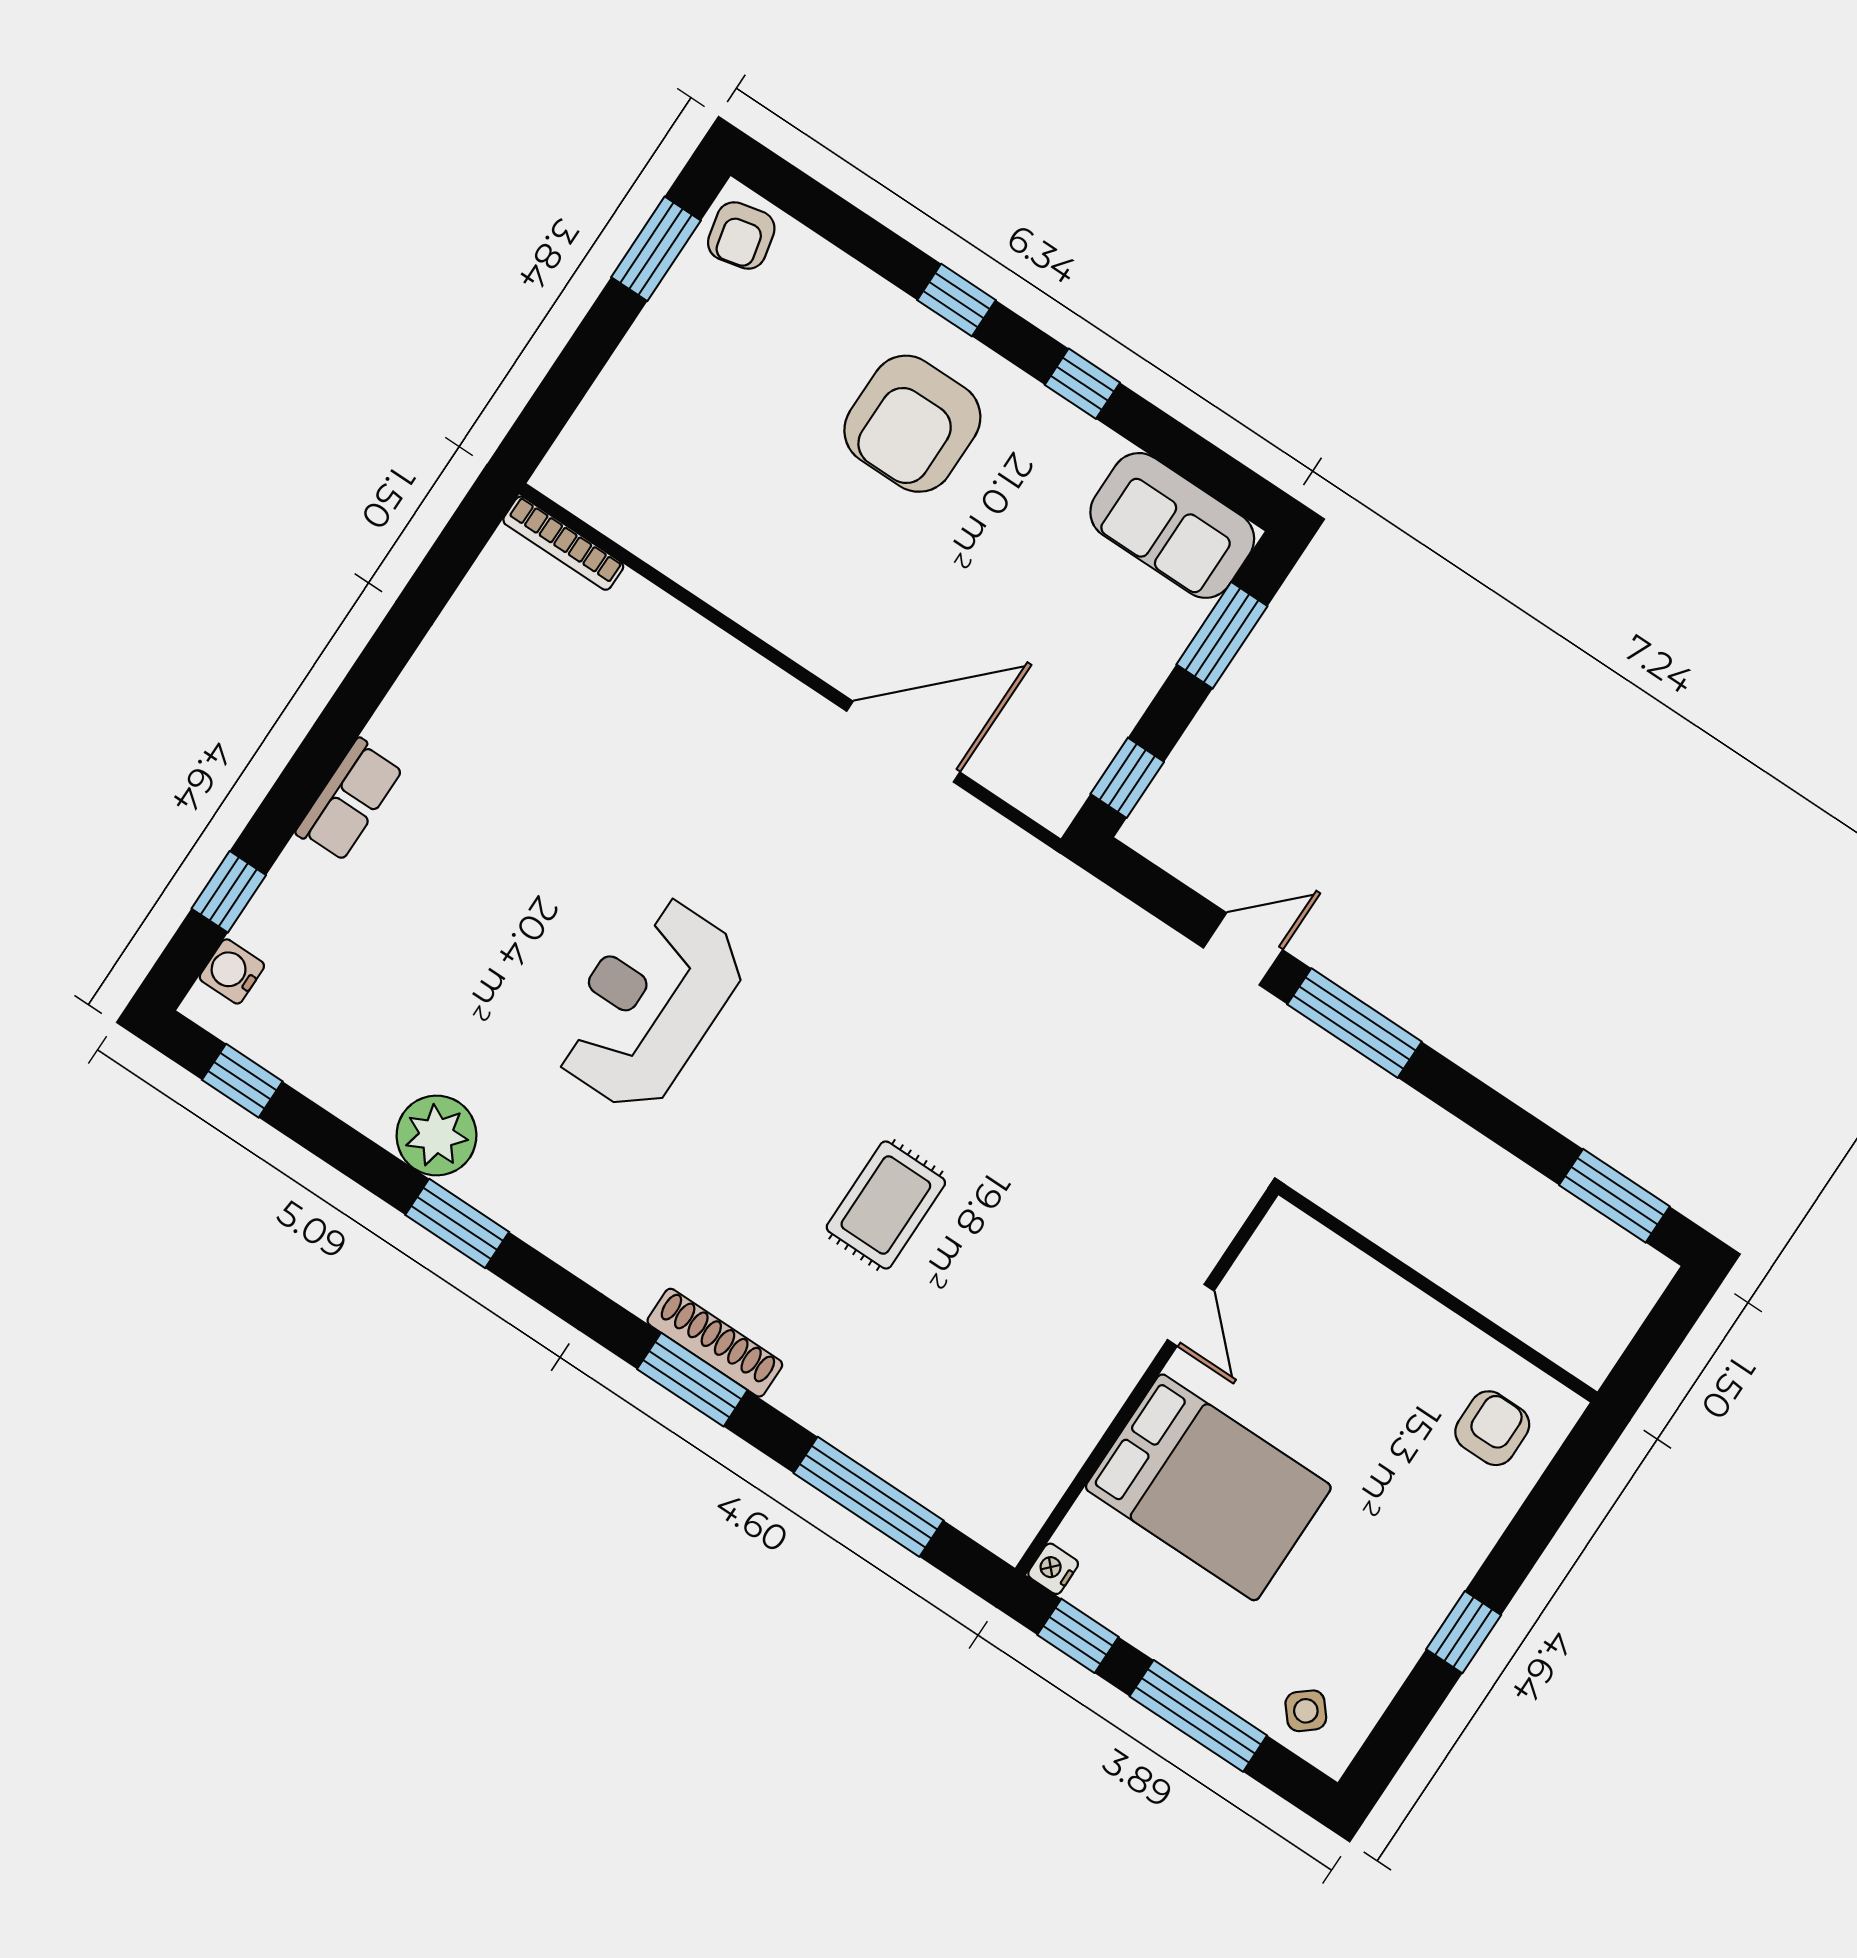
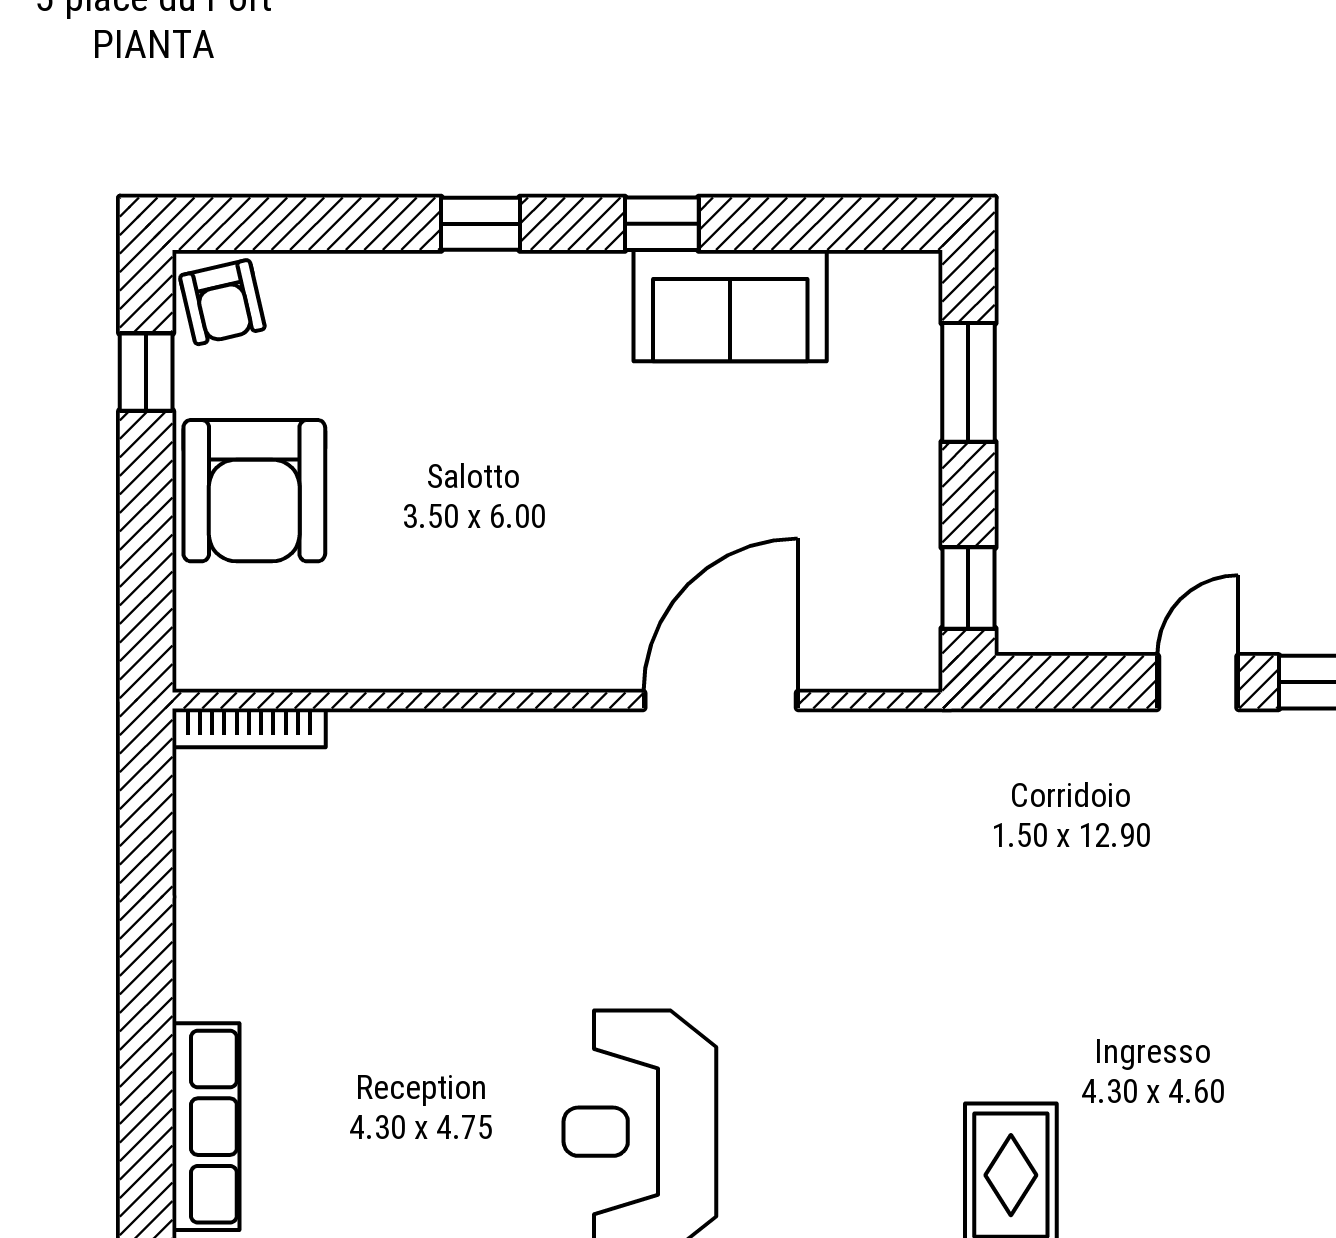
window: (656, 249) -> (146, 372), width x0.67
armchair: (912, 424) -> (254, 491), moved
sofa: (1172, 525) -> (730, 306), moved
row of seats: (349, 800) -> (206, 1127), width x1.48

